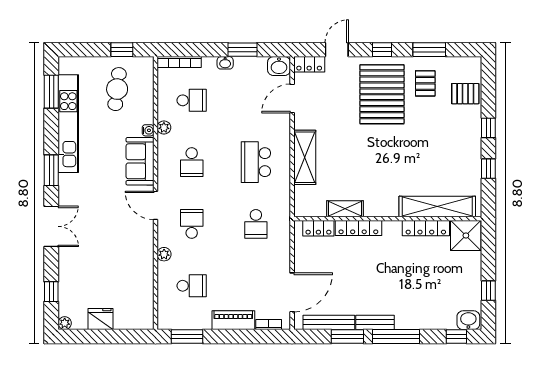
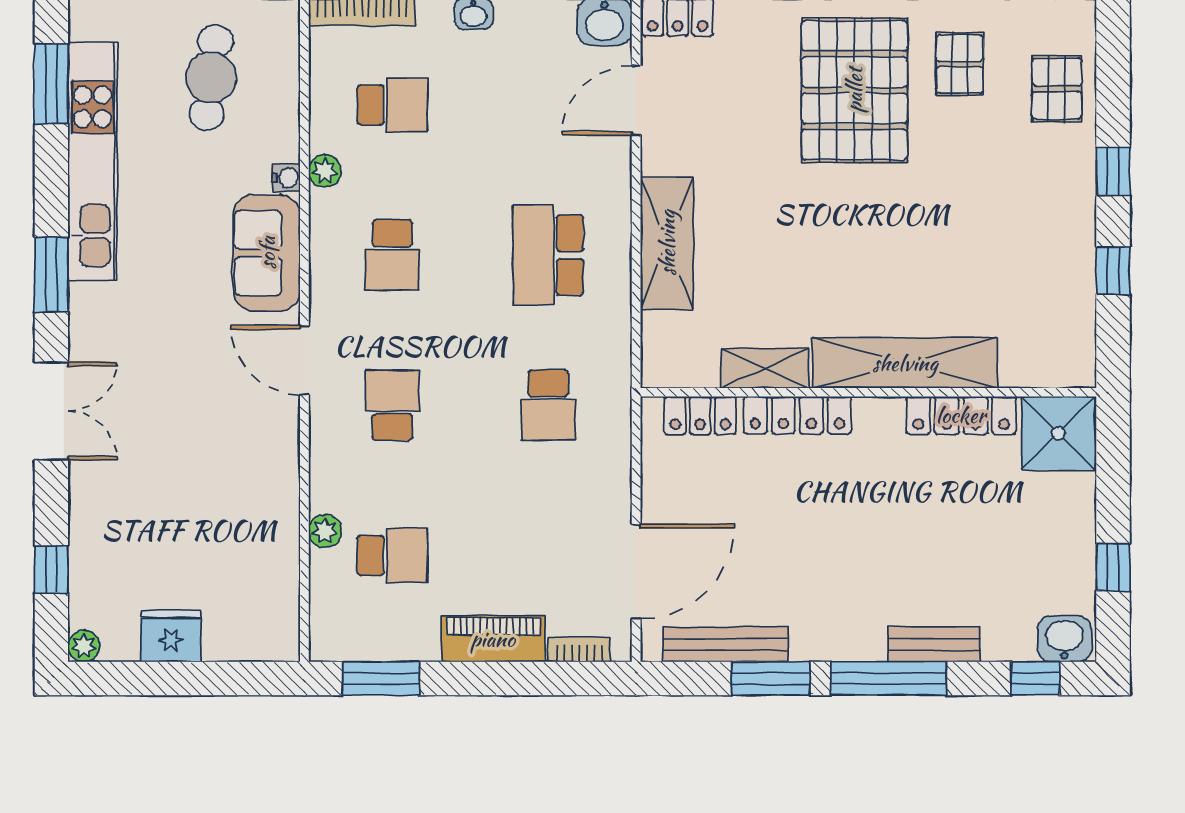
pallet: (465, 94) -> (1057, 89), turned 90
shelving: (437, 207) -> (905, 363), moved
plant: (164, 254) -> (325, 531), moved
bench: (375, 322) -> (934, 644), moved

